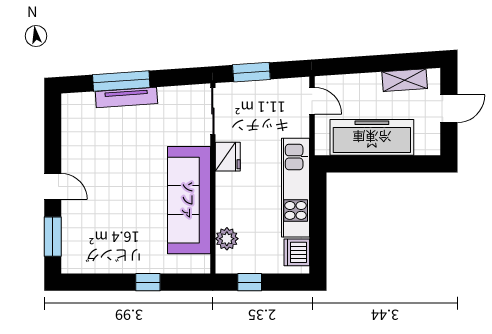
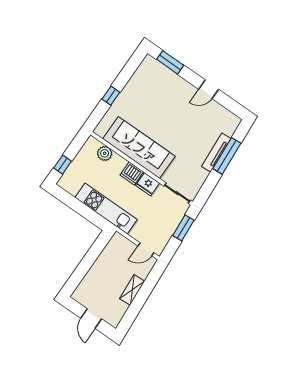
shelving: (405, 80) -> (132, 290), moved
freezer: (372, 137) -> (104, 267), removed
door: (53, 186) -> (209, 89), moved
dishwasher: (297, 252) -> (132, 173), moved, turned 180
window: (250, 282) -> (63, 165), moved

